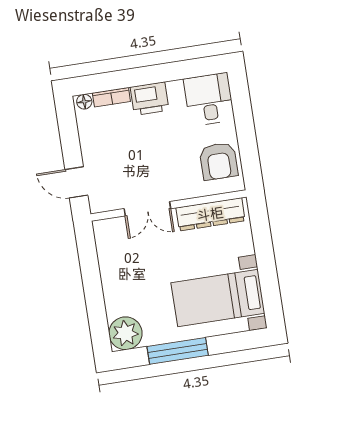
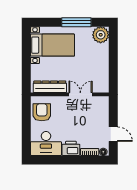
desk: (209, 99) -> (46, 143), width x1.37
door: (76, 182) -> (113, 134), moved

